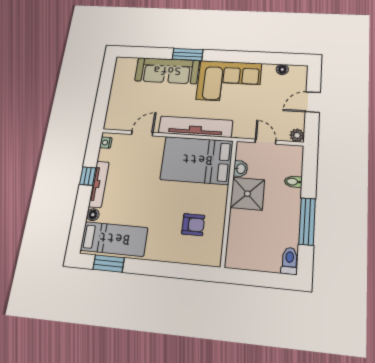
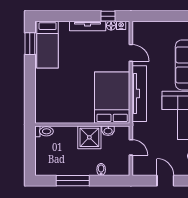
plant: (297, 135) -> (137, 170), removed
door: (265, 142) -> (131, 147), hinge flipped
window: (88, 176) -> (108, 16), moved
floor lamp: (93, 215) -> (111, 26), moved
armchair: (193, 225) -> (63, 101), removed
toilet: (289, 261) -> (44, 131), moved

